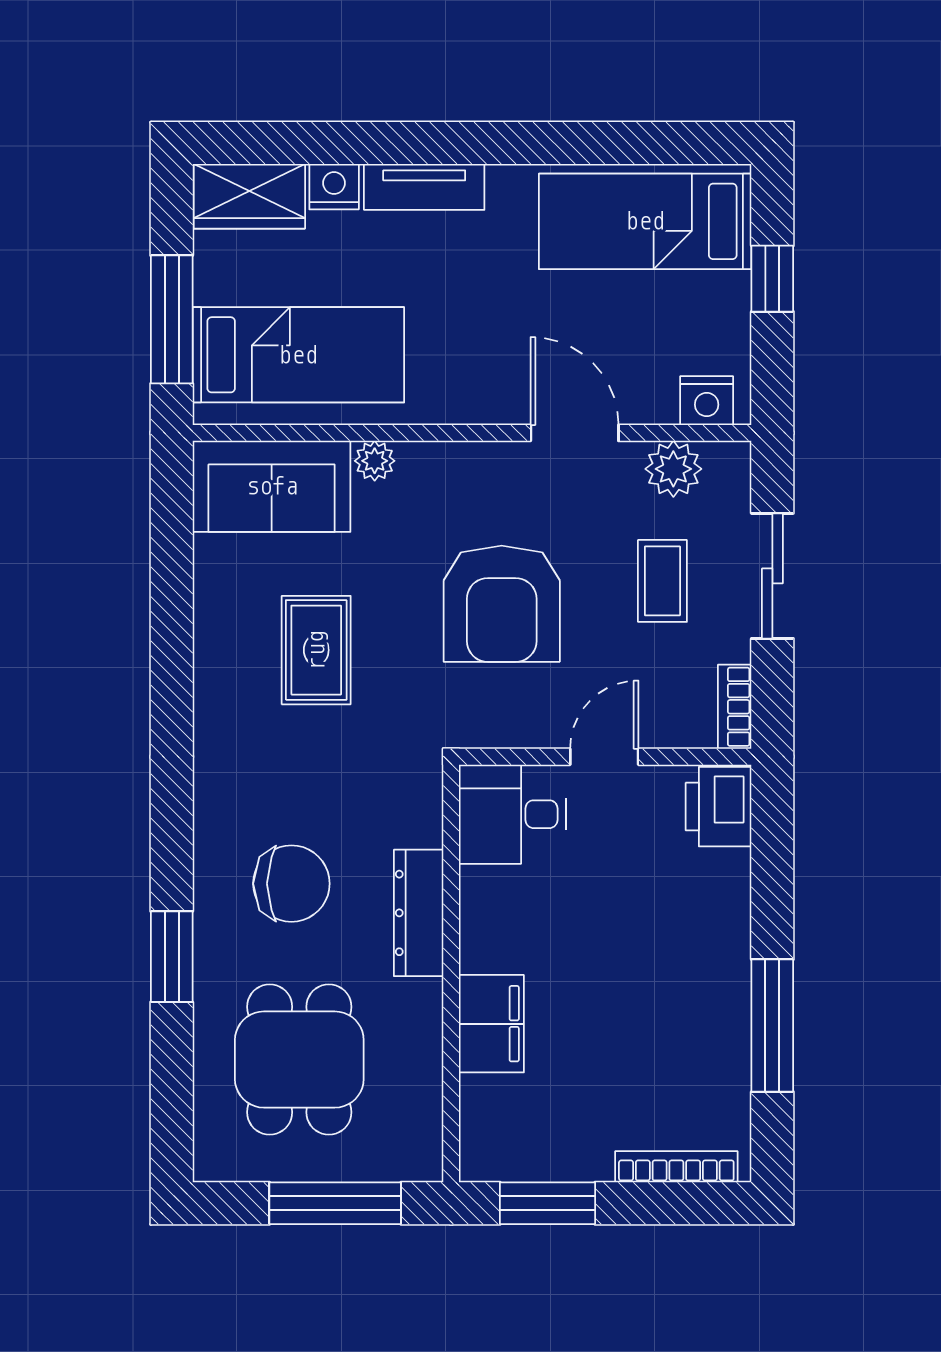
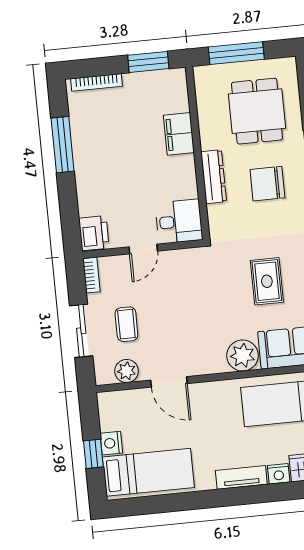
nightstand: (707, 401) -> (111, 443), moved, turned -90
plant: (375, 461) -> (243, 355), width x1.88, depth x1.88
armchair: (502, 604) -> (192, 308), removed

